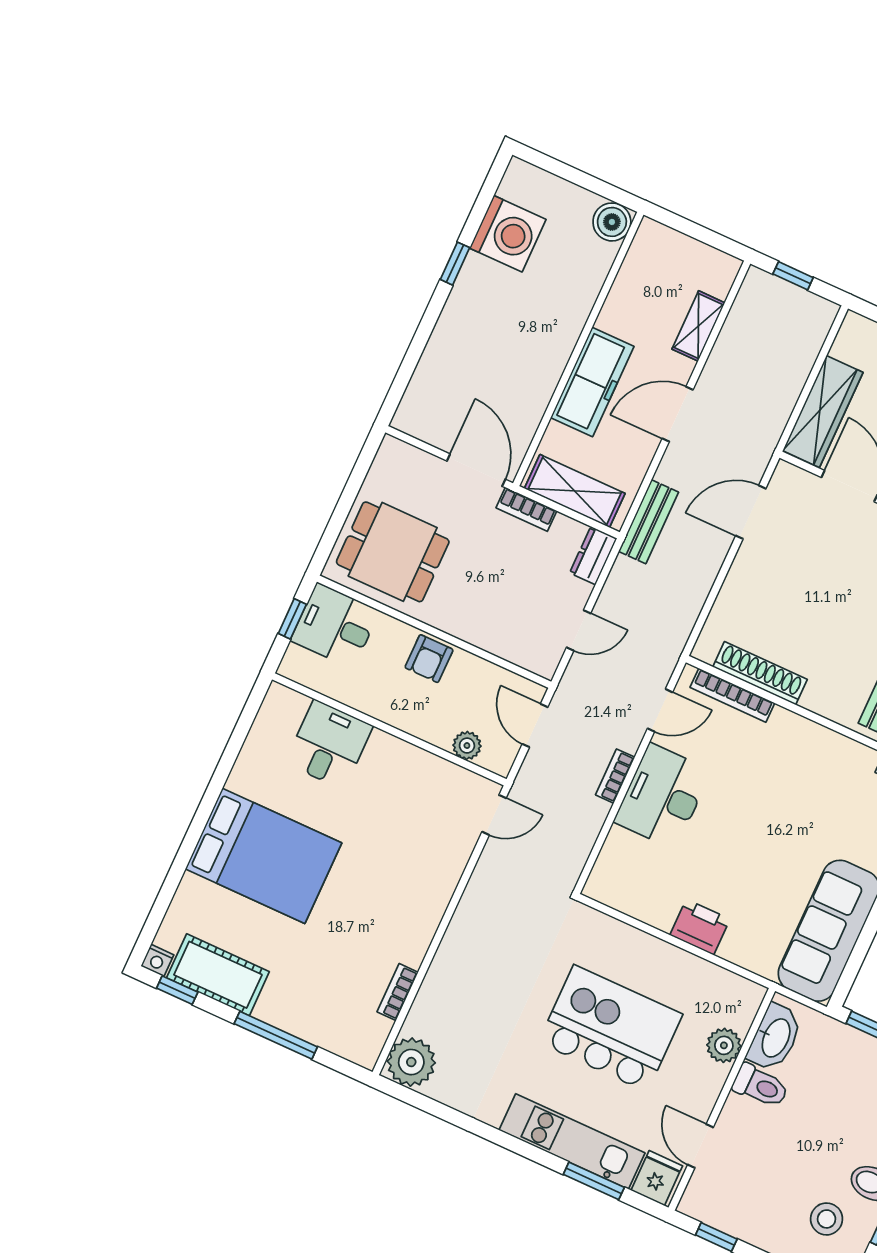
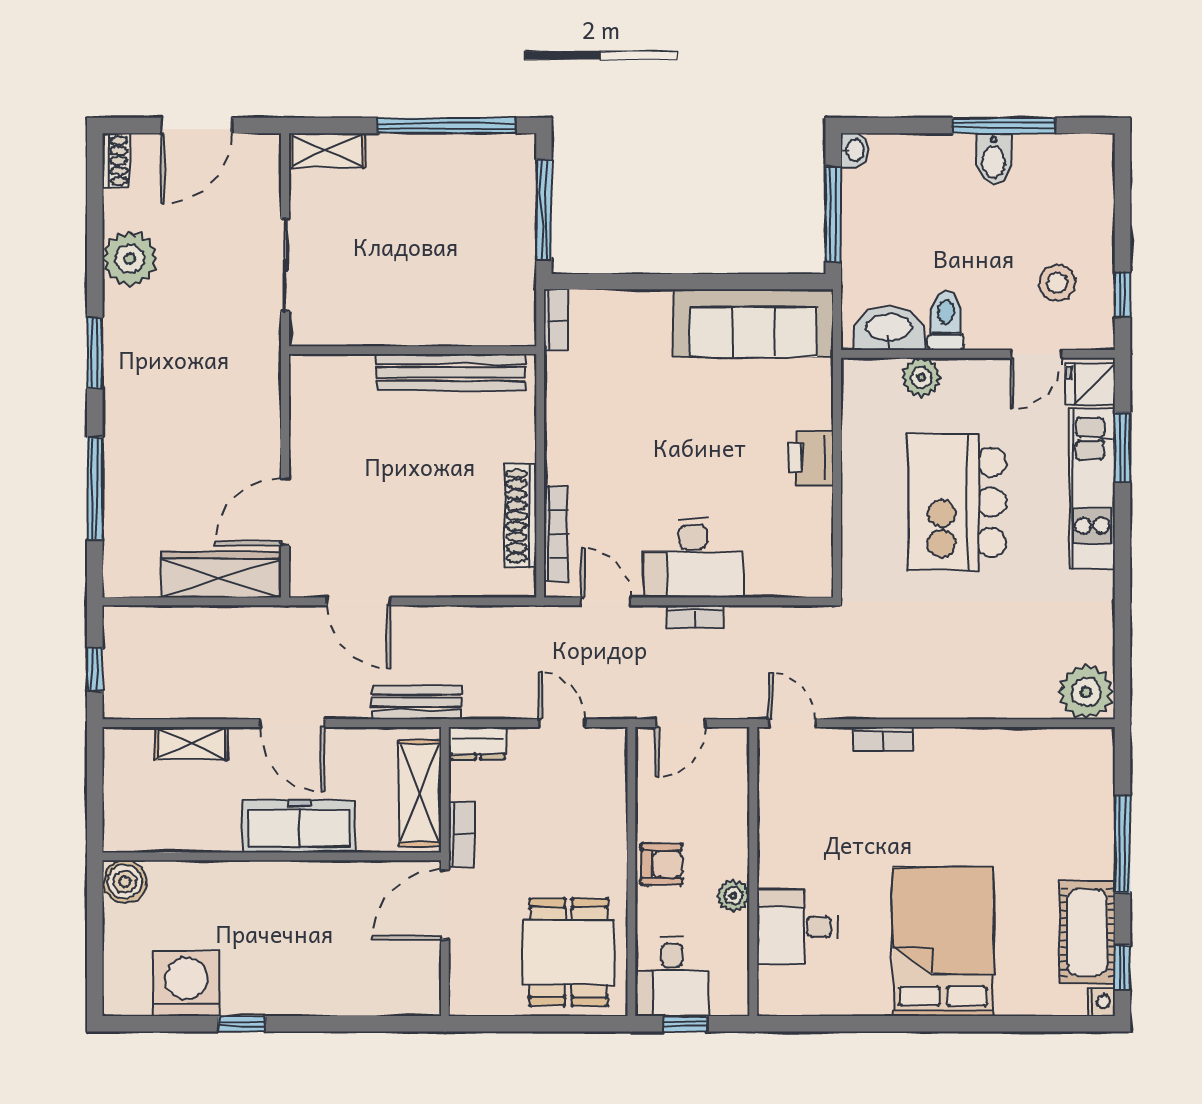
plant: (467, 746) -> (733, 896), moved
bookcase: (398, 992) -> (883, 739), moved
stool: (827, 1219) -> (1057, 283), moved

